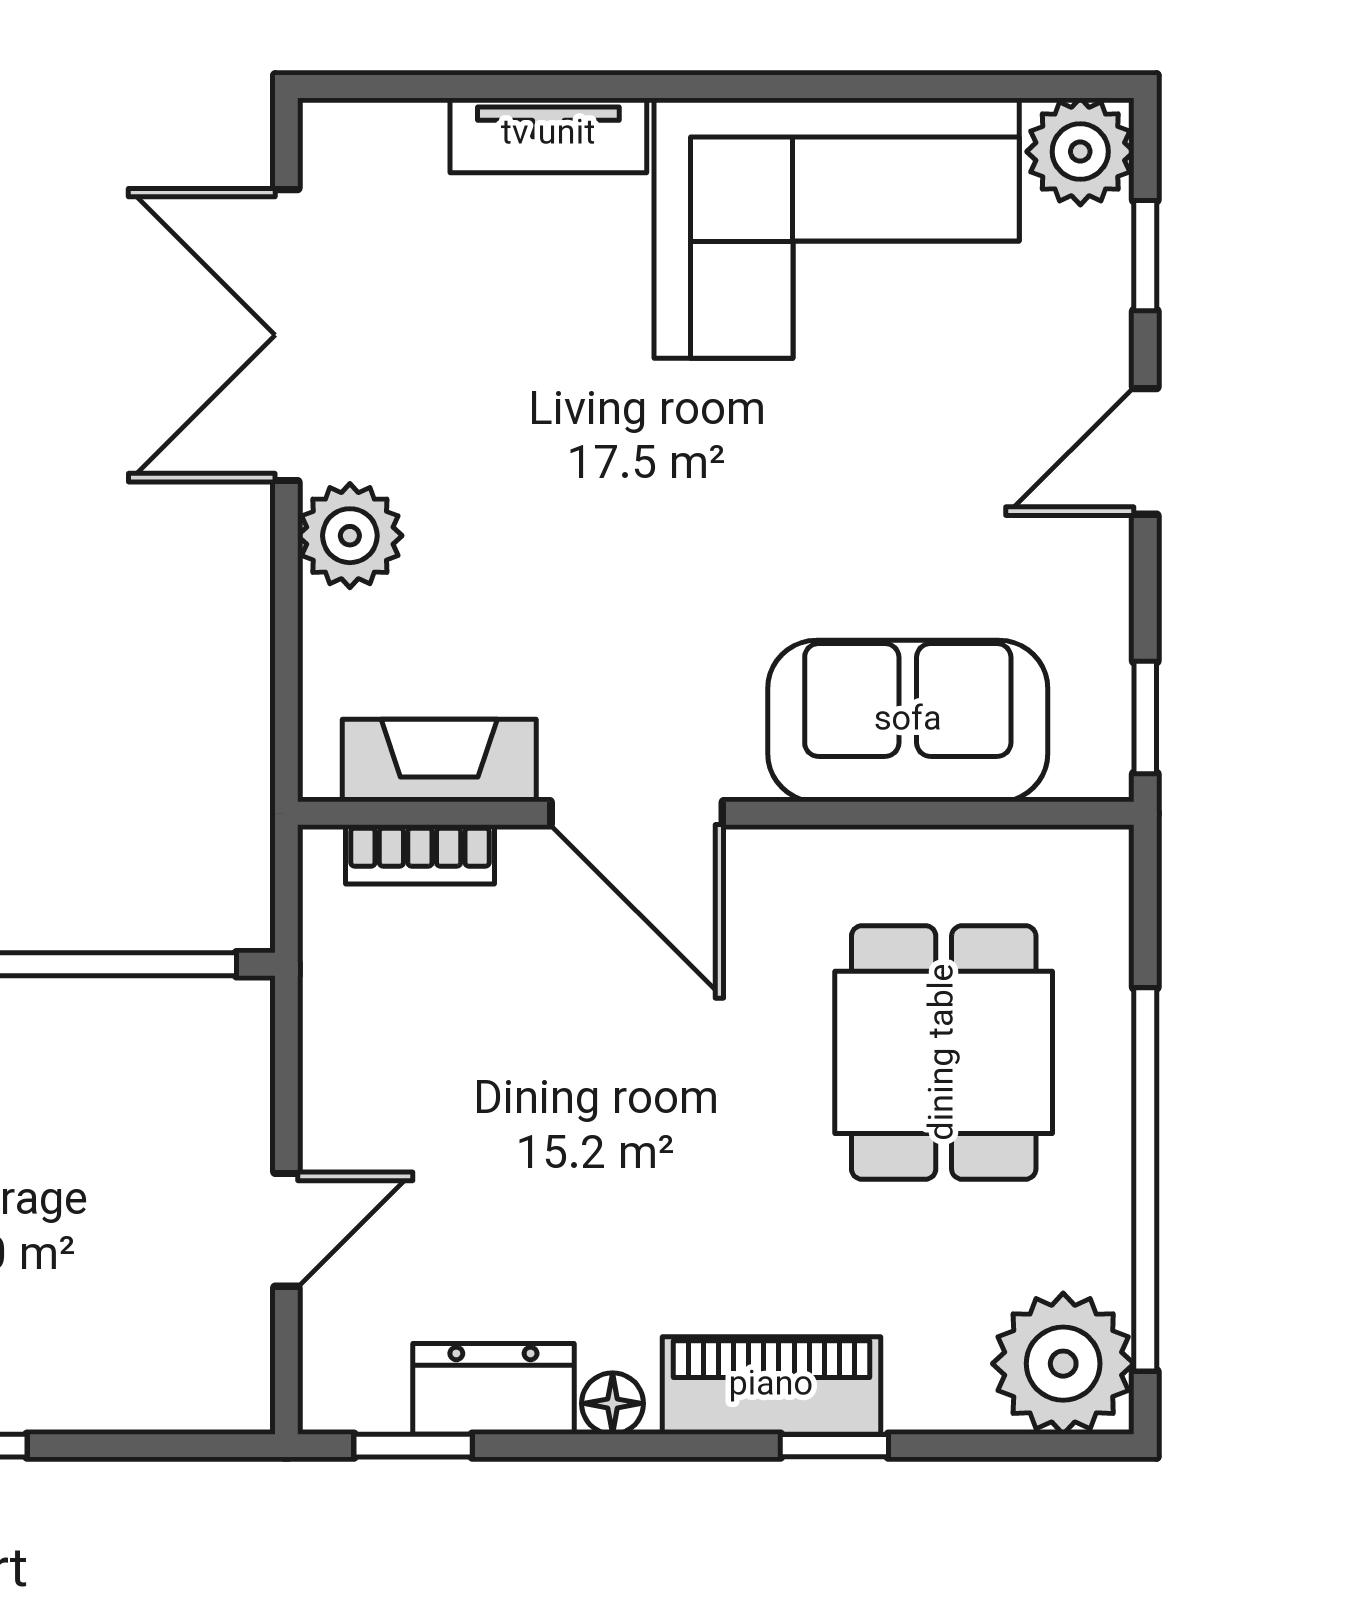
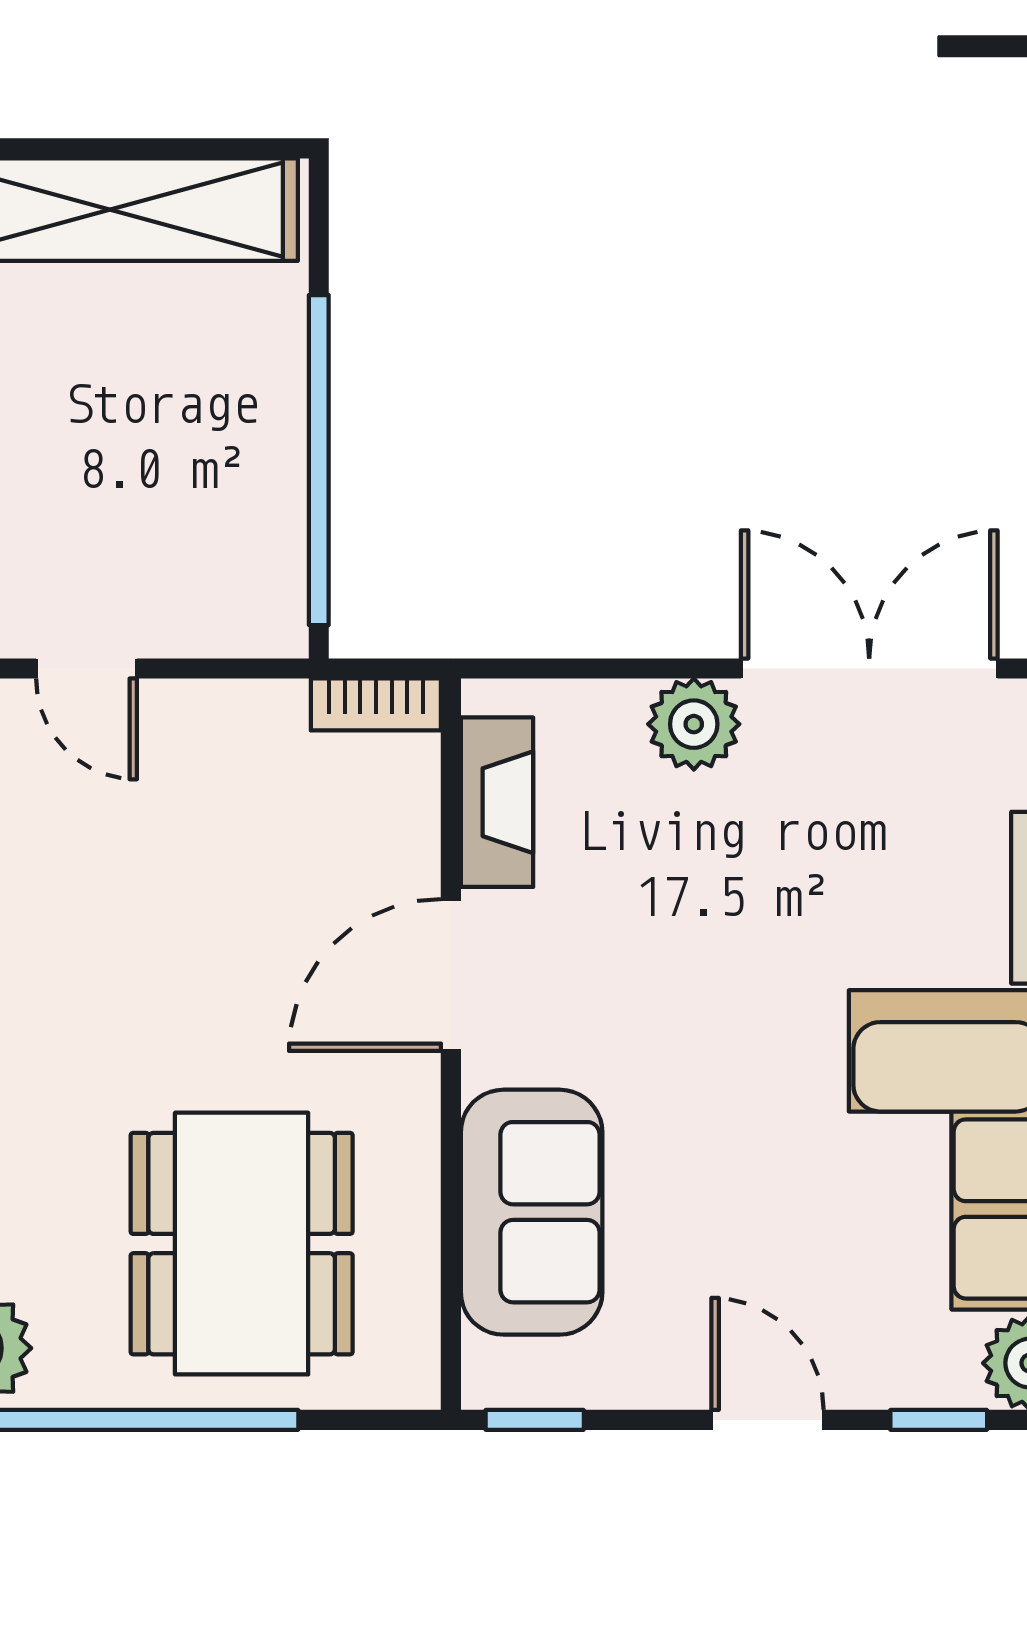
bookcase: (420, 854) -> (376, 704), moved, turned -90
dining table: (944, 1052) -> (242, 1244), width x1.38

